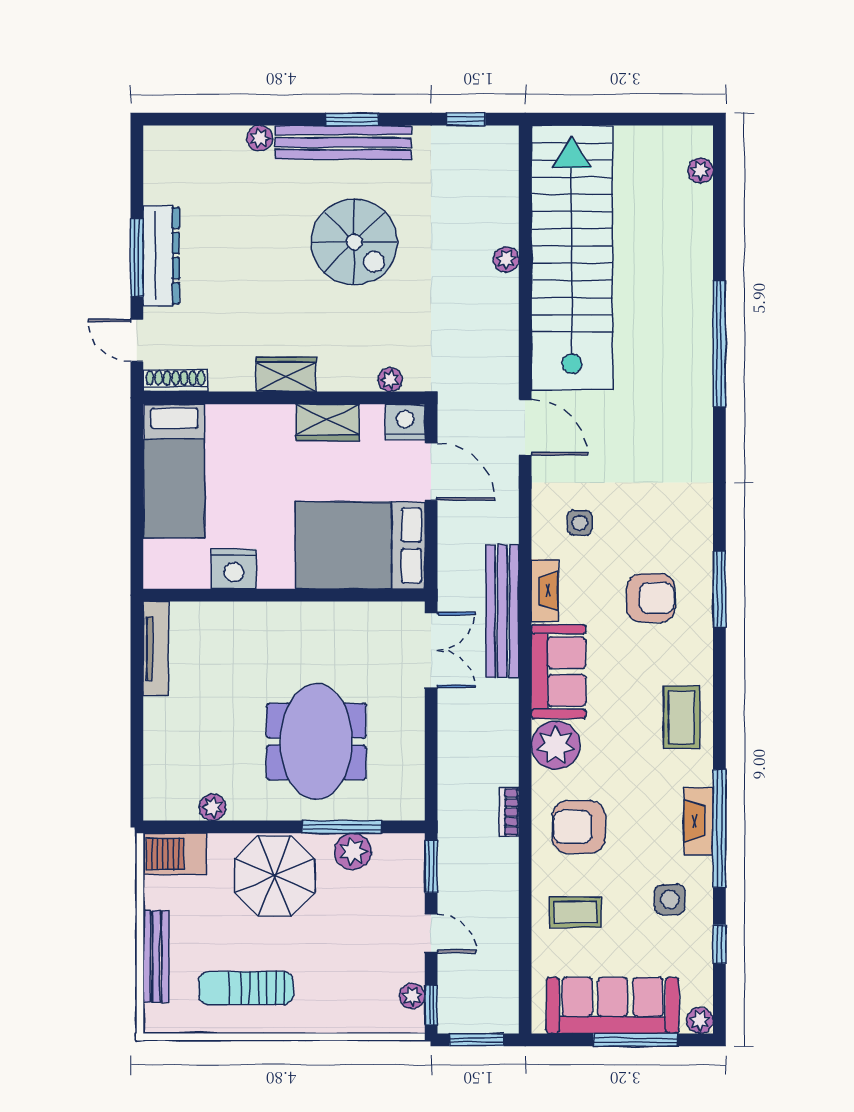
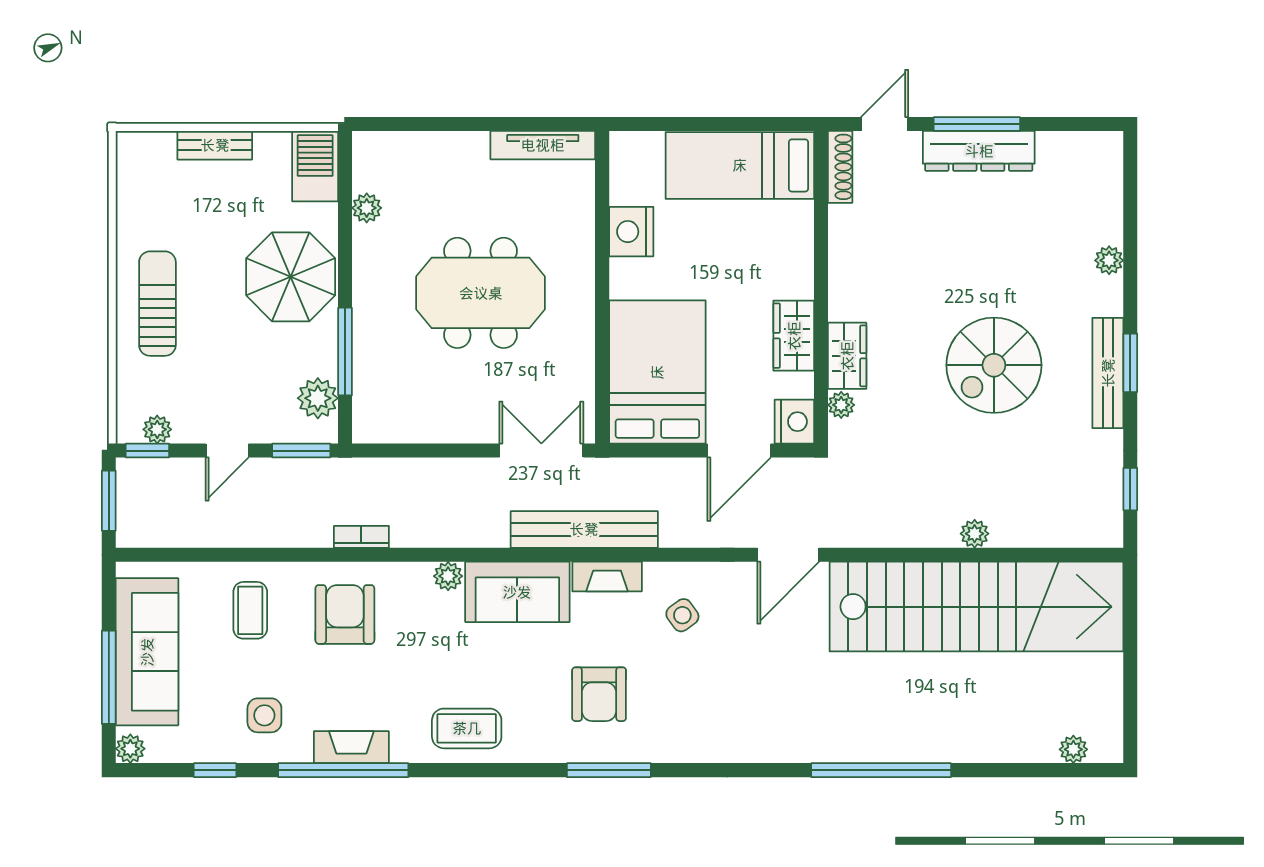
bench: (343, 142) -> (1108, 373), width x0.73, depth x0.82
wardrobe: (286, 374) -> (847, 356), moved
side table: (580, 523) -> (682, 615), turned -36
double door: (431, 650) -> (541, 451), swing flipped
meeting table: (316, 742) -> (481, 293), moved
plant: (556, 745) -> (448, 576), width x0.53, depth x0.53
plant: (353, 851) -> (318, 398), moved
bench: (156, 957) -> (215, 145), width x0.73
sun lounger: (246, 988) -> (157, 304), moved

